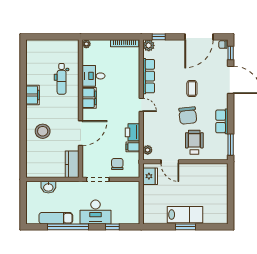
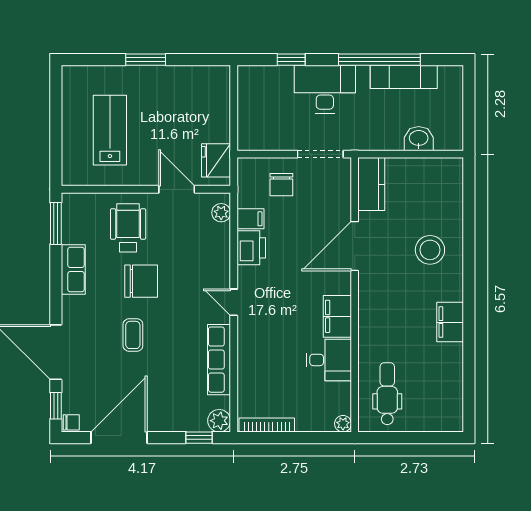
dental chair: (62, 79) -> (387, 394), moved
chair: (188, 116) -> (141, 281), turned 96
wheelchair: (194, 142) -> (128, 228), turned 180
lab bench: (185, 215) -> (110, 130), moved, turned 90

